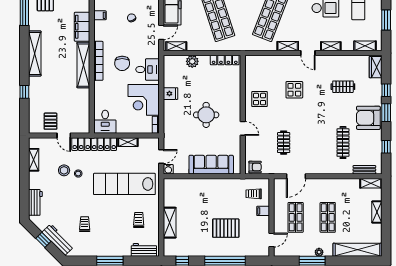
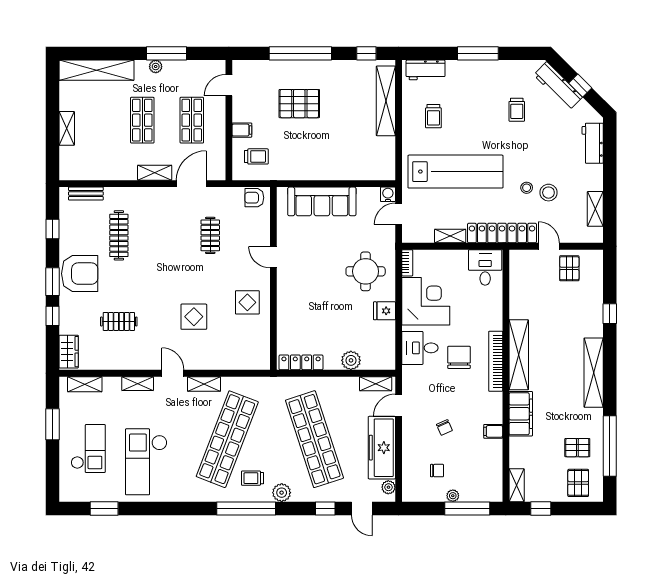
round table: (206, 115) -> (366, 271), moved
shelving: (371, 183) -> (155, 173), moved
shelving: (170, 223) -> (386, 101), width x1.47

